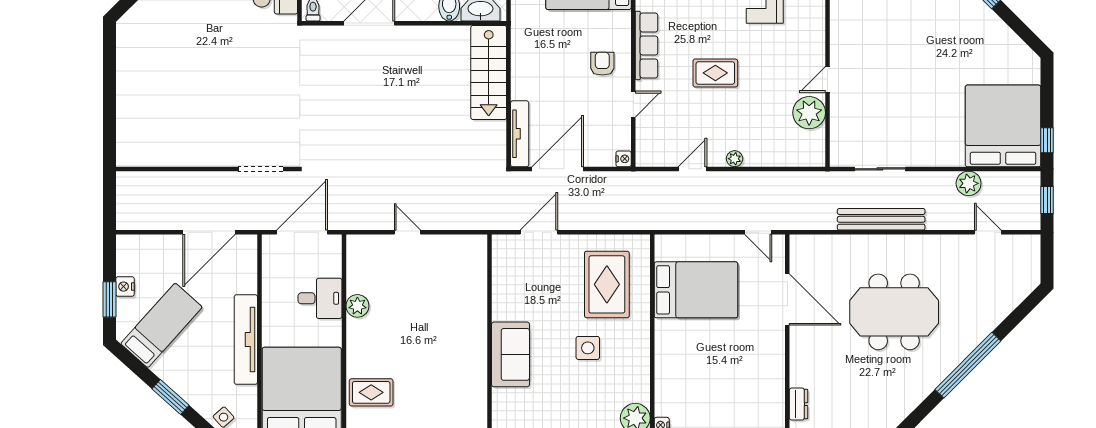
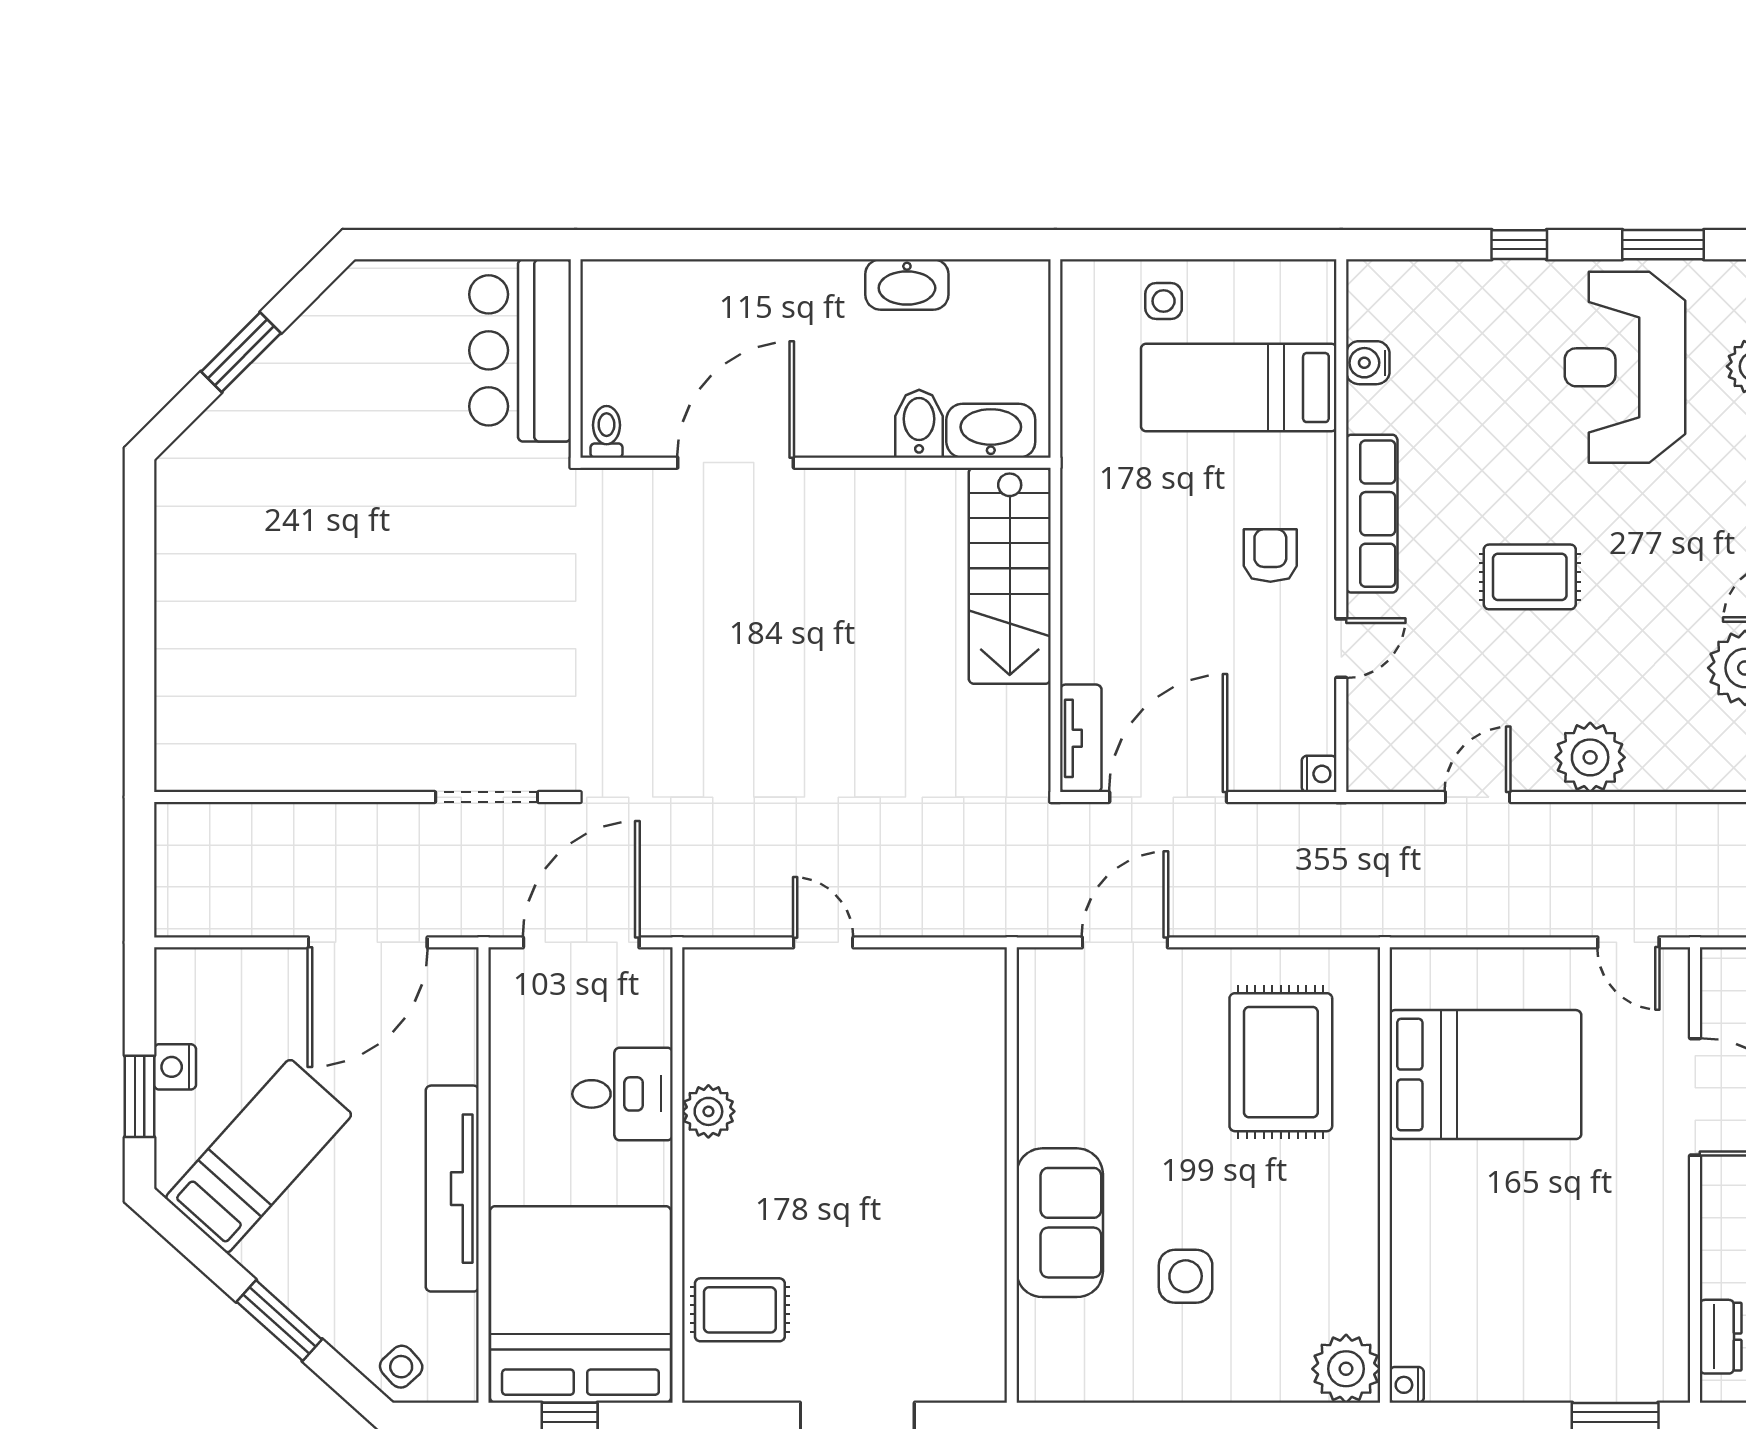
tv unit: (520, 134) -> (1081, 738), width x0.71
plant: (735, 159) -> (1590, 757), width x1.87, depth x1.87
side table: (588, 348) -> (1186, 1276), moved

